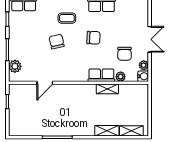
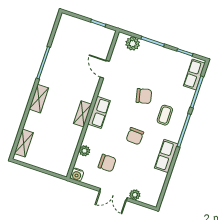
chair: (124, 54) -> (107, 163), turned 180
plant: (144, 65) -> (135, 195), moved
row of seats: (101, 75) -> (99, 112), moved
shelving: (107, 89) -> (83, 114), moved
shelving: (107, 131) -> (39, 99), moved

